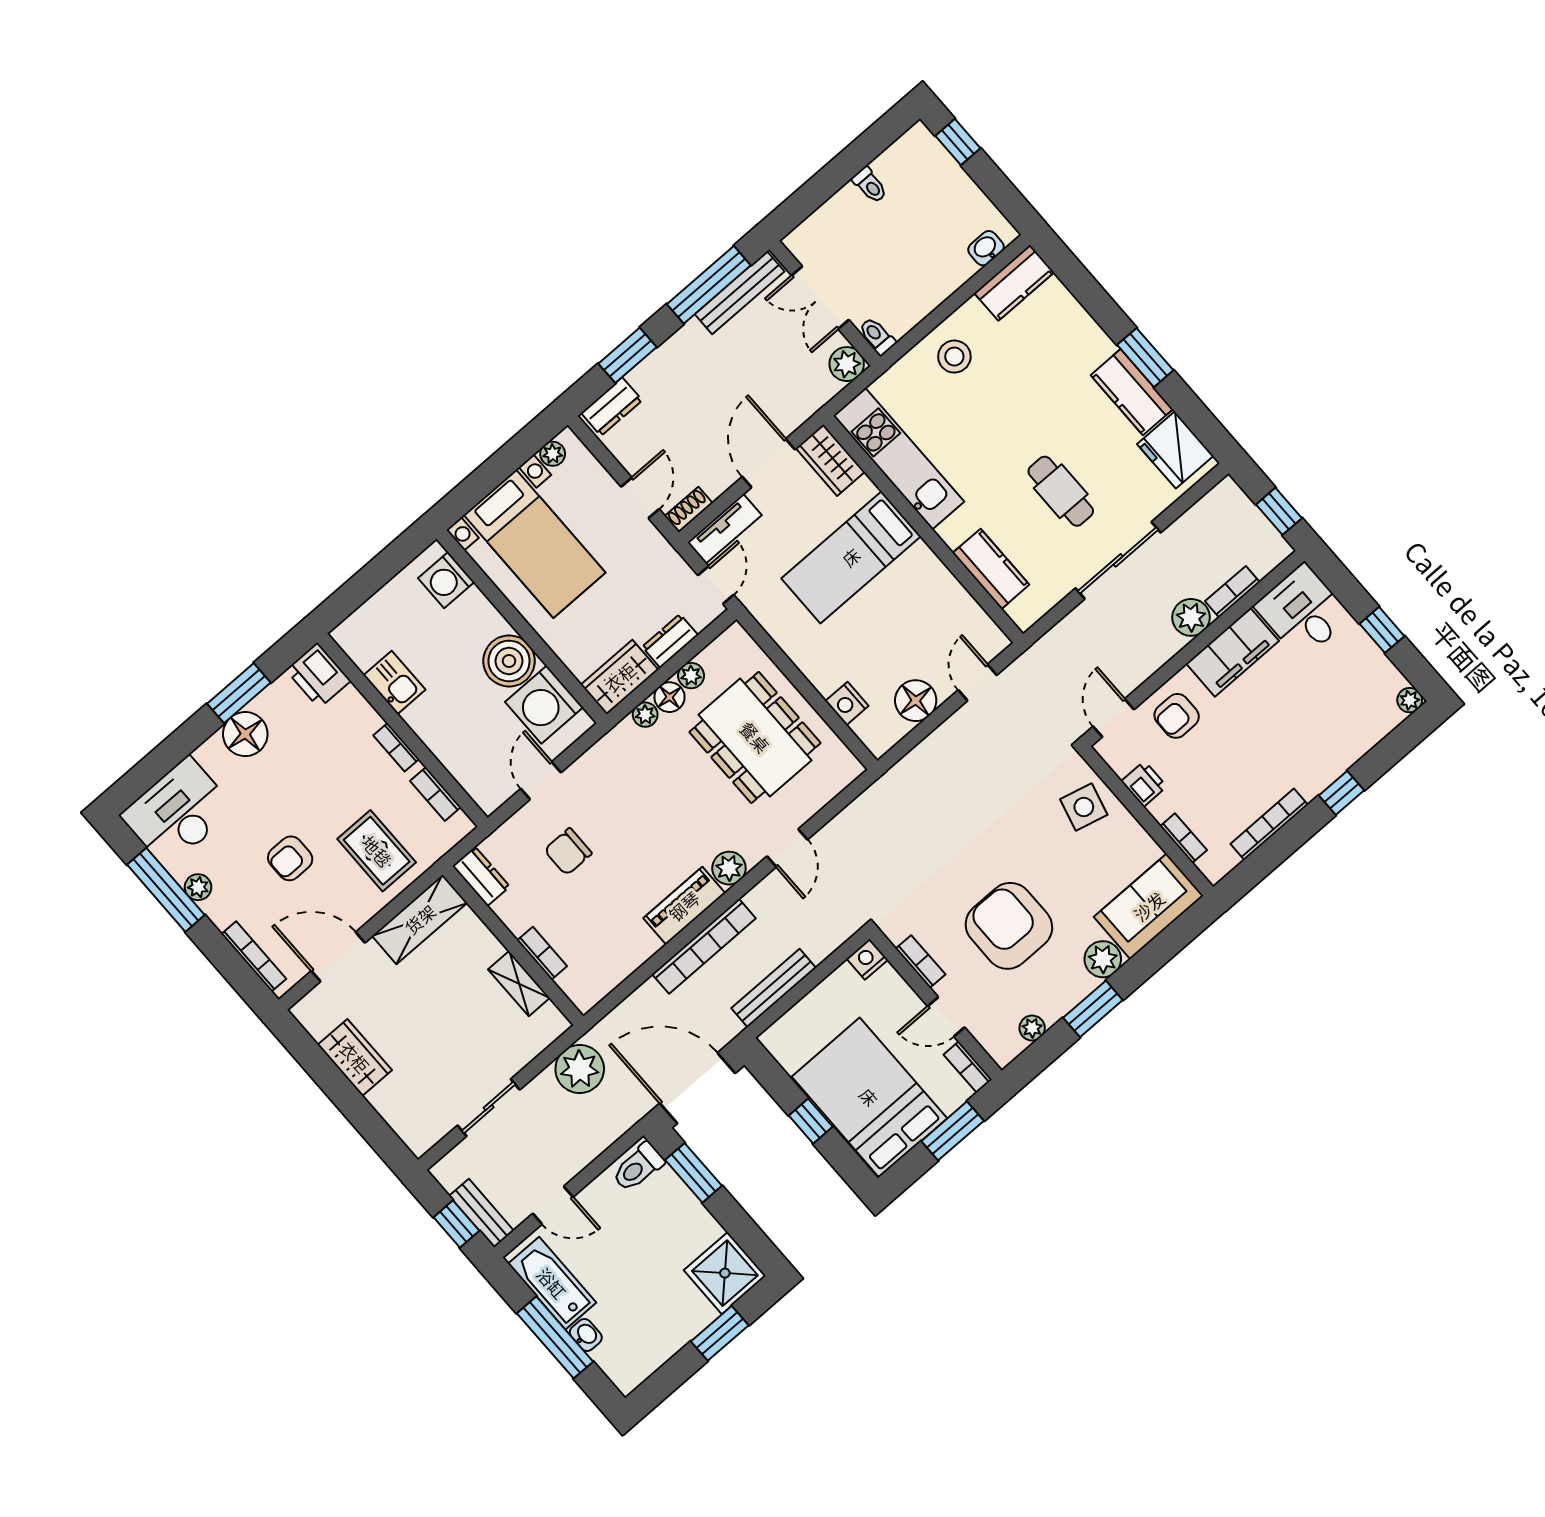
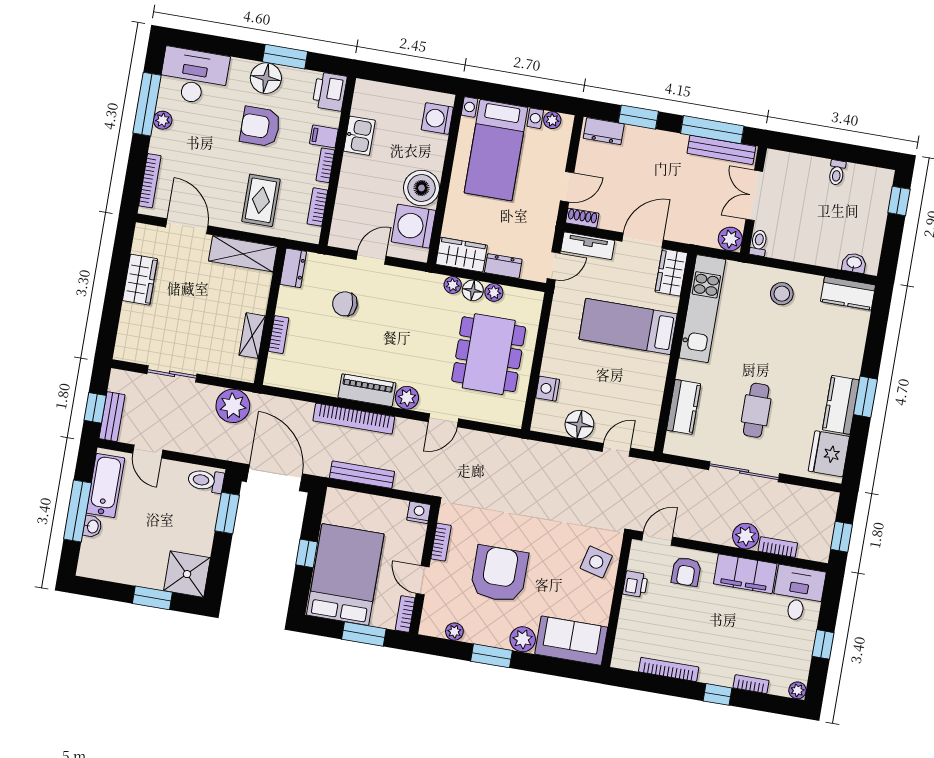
armchair: (1177, 716) -> (686, 572), turned -90
filing cabinet: (363, 723) -> (324, 136), added
bookcase: (1184, 838) -> (751, 684), moved, turned -90
armchair: (290, 858) -> (260, 127), moved, width x1.38, depth x1.38

